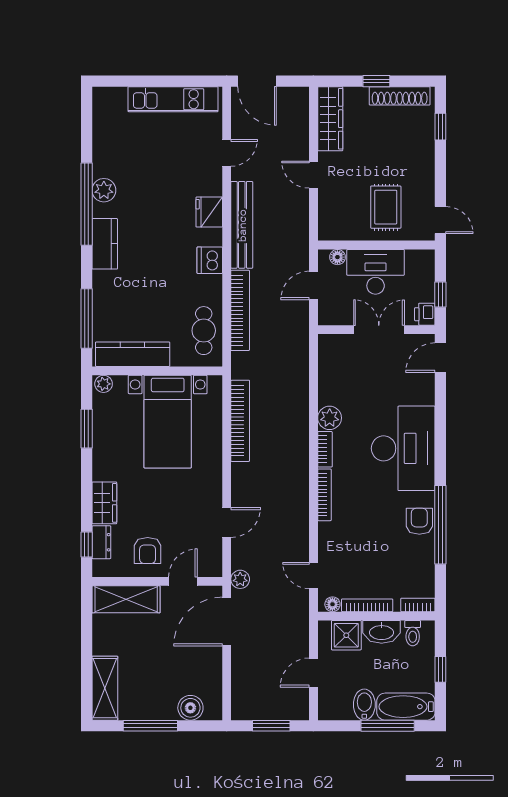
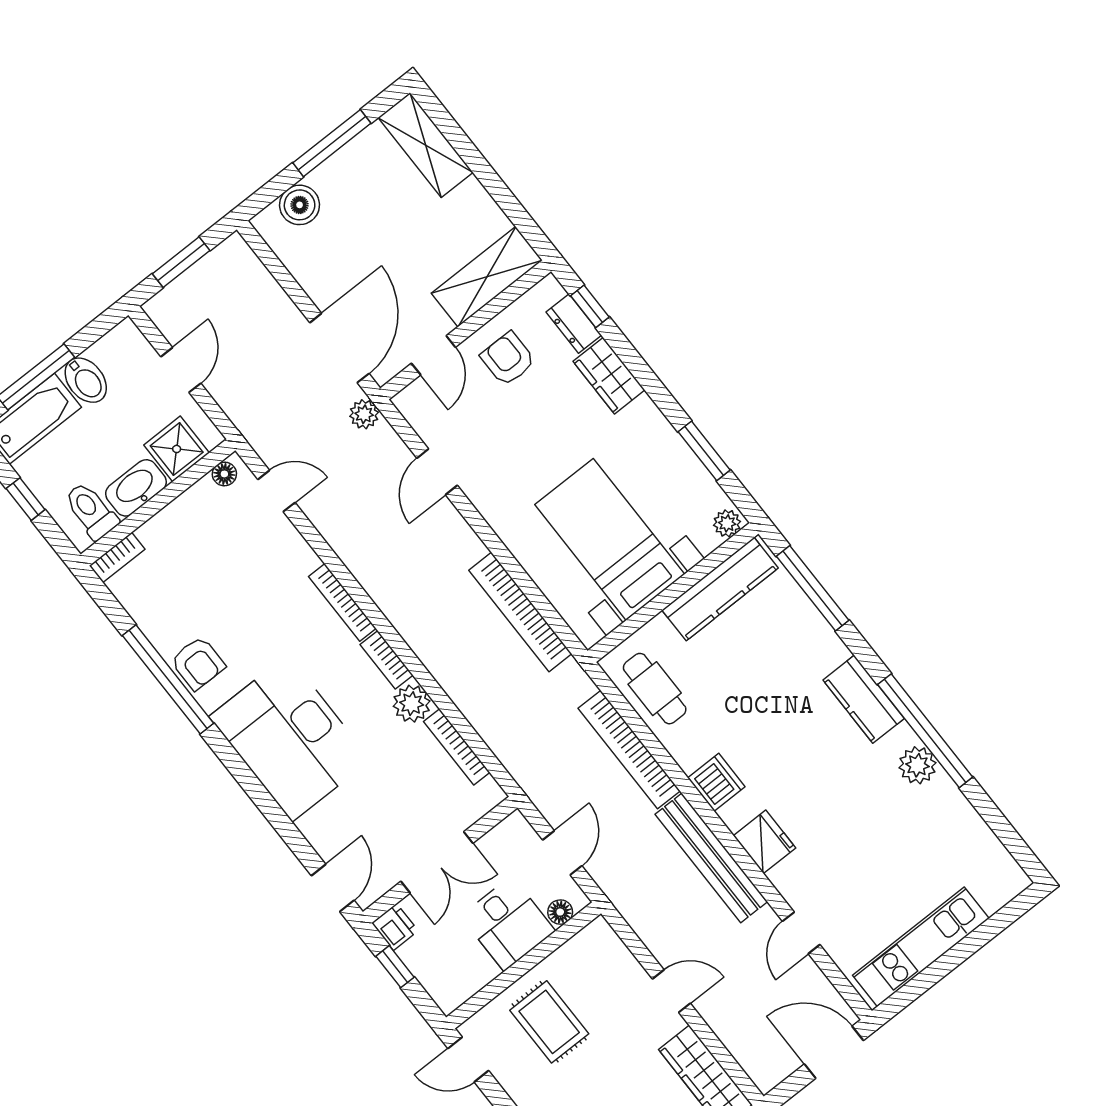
desk: (376, 272) -> (508, 923), width x0.73
bookcase: (367, 605) -> (457, 747), moved, turned 90
toilet: (413, 633) -> (91, 511), width x1.37, depth x1.39

